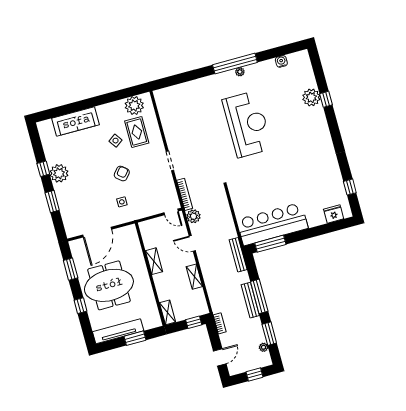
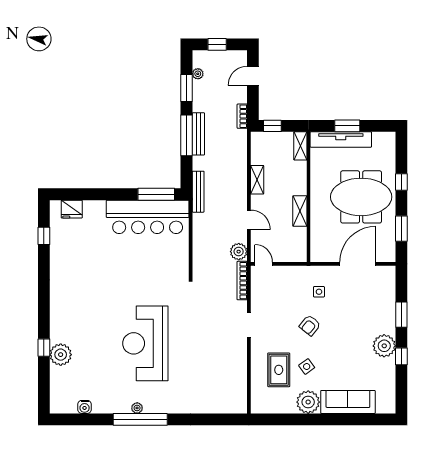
plant: (134, 106) -> (308, 402), moved
tv unit: (118, 331) -> (341, 140), moved

